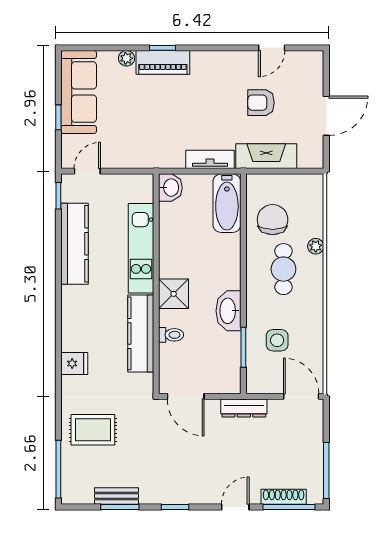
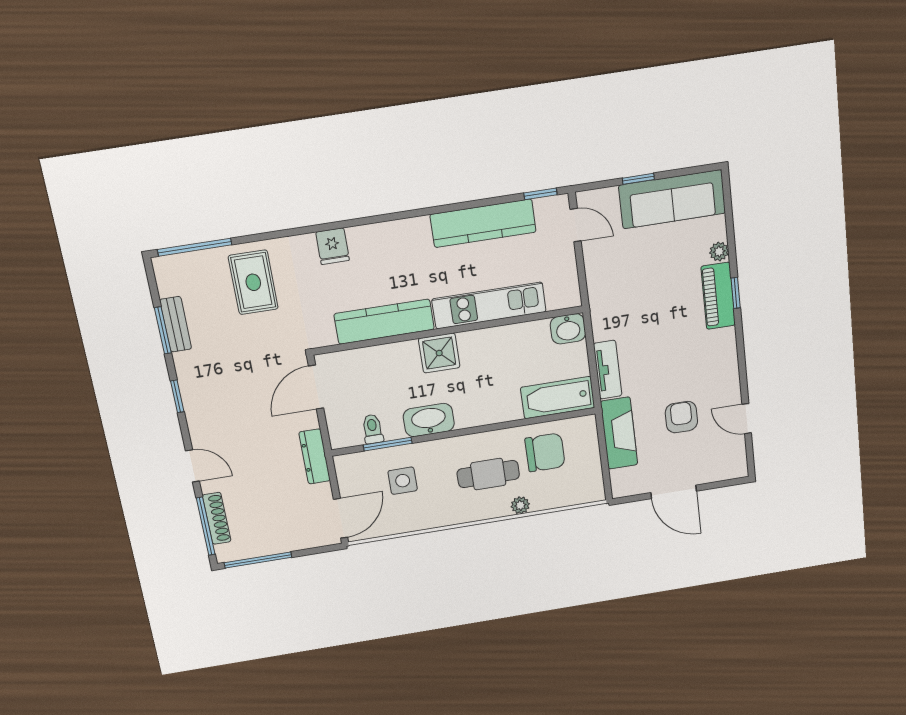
toilet: (171, 335) -> (373, 429), moved, turned 180

